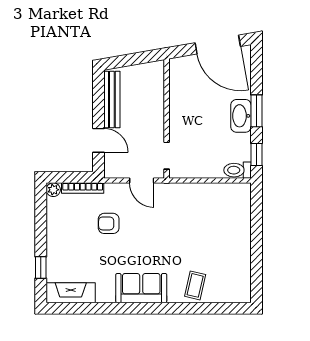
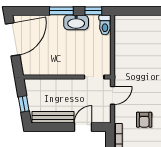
window: (130, 60) -> (24, 104), added
washbasin: (241, 116) -> (76, 22), moved

